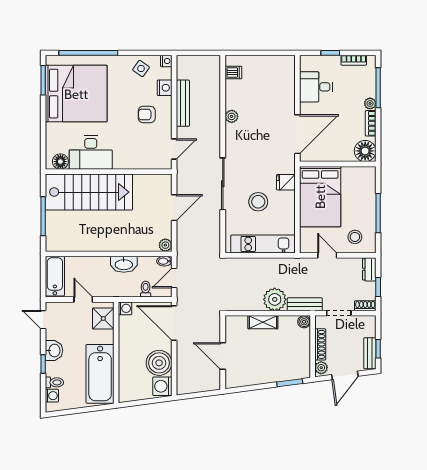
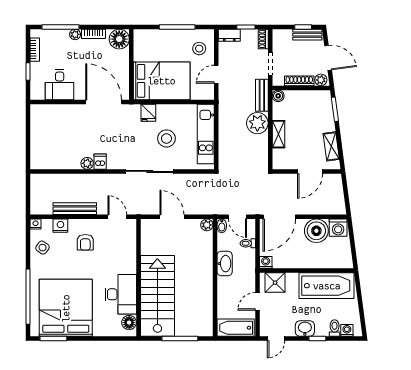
dishwasher: (233, 73) -> (100, 162), moved
shelving: (250, 379) -> (331, 146), added

